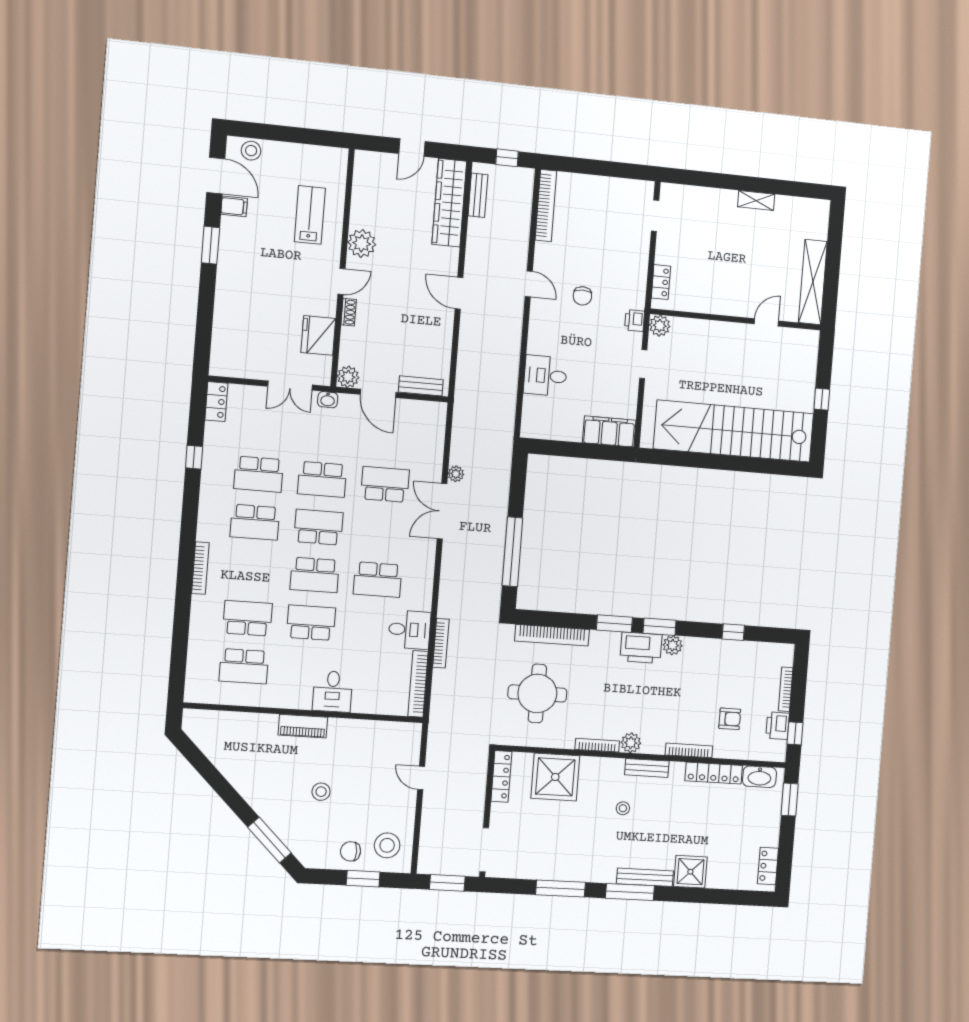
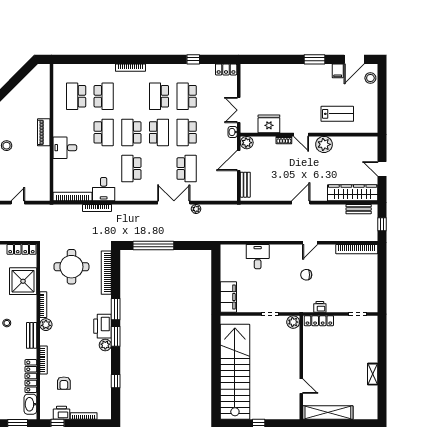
locker: (661, 282) -> (319, 321), width x1.53
printer: (635, 321) -> (320, 307), moved

